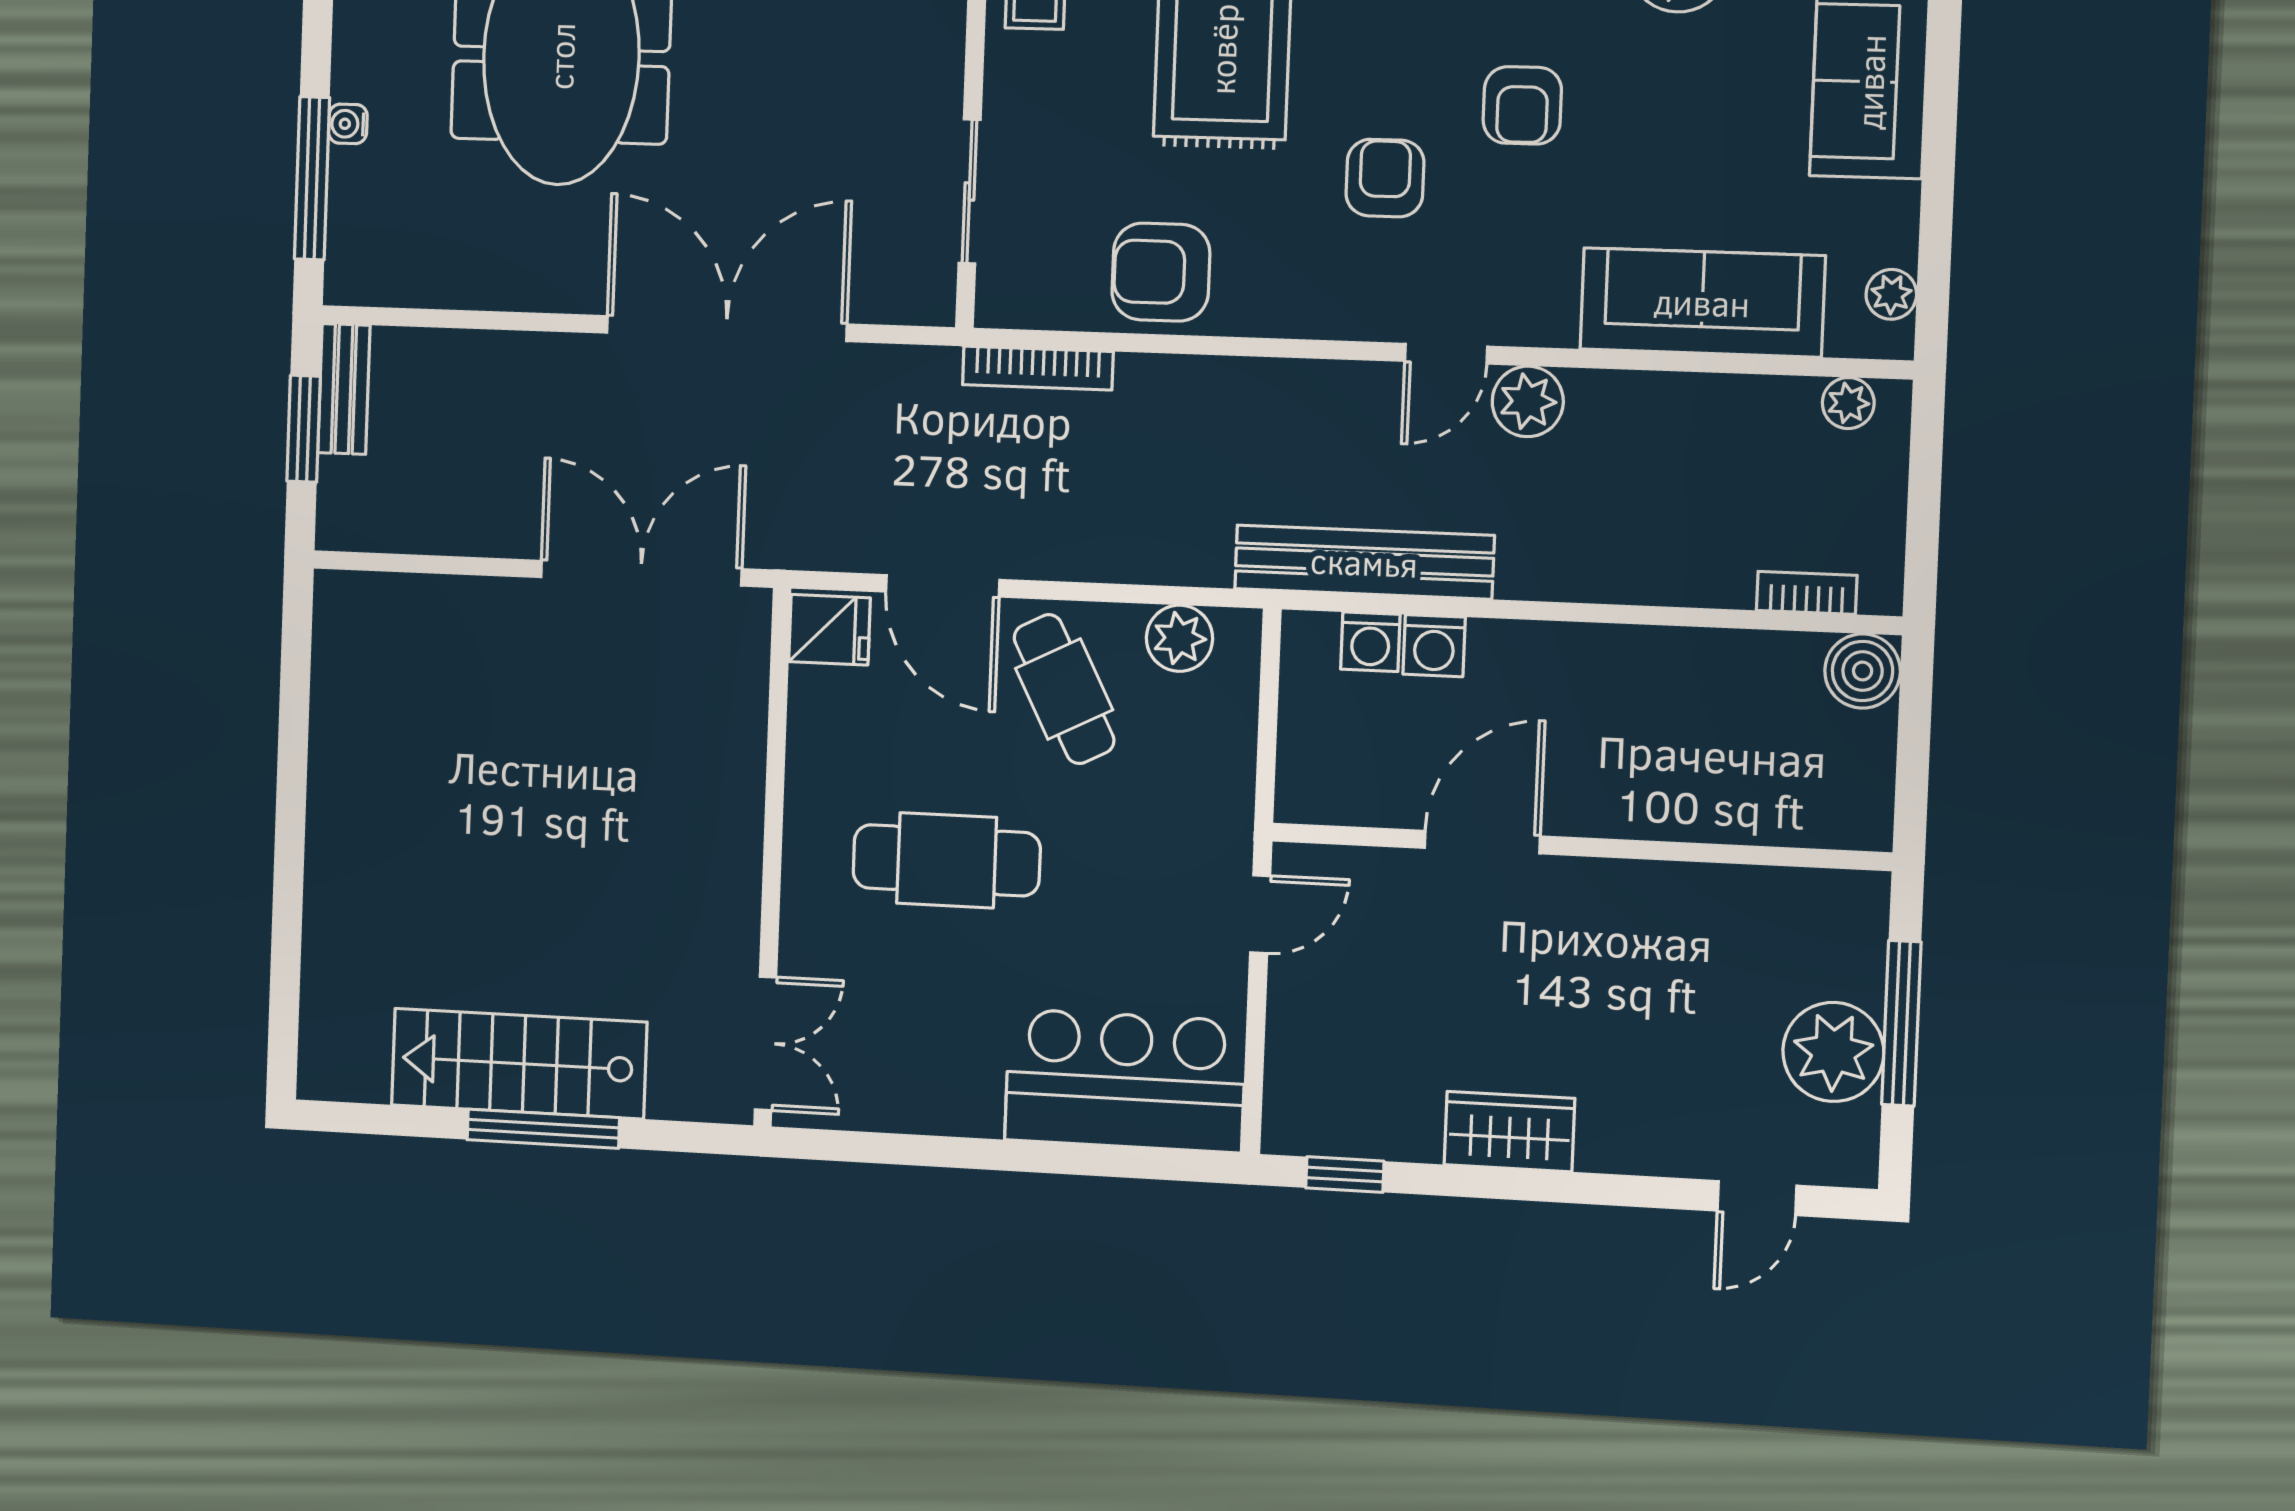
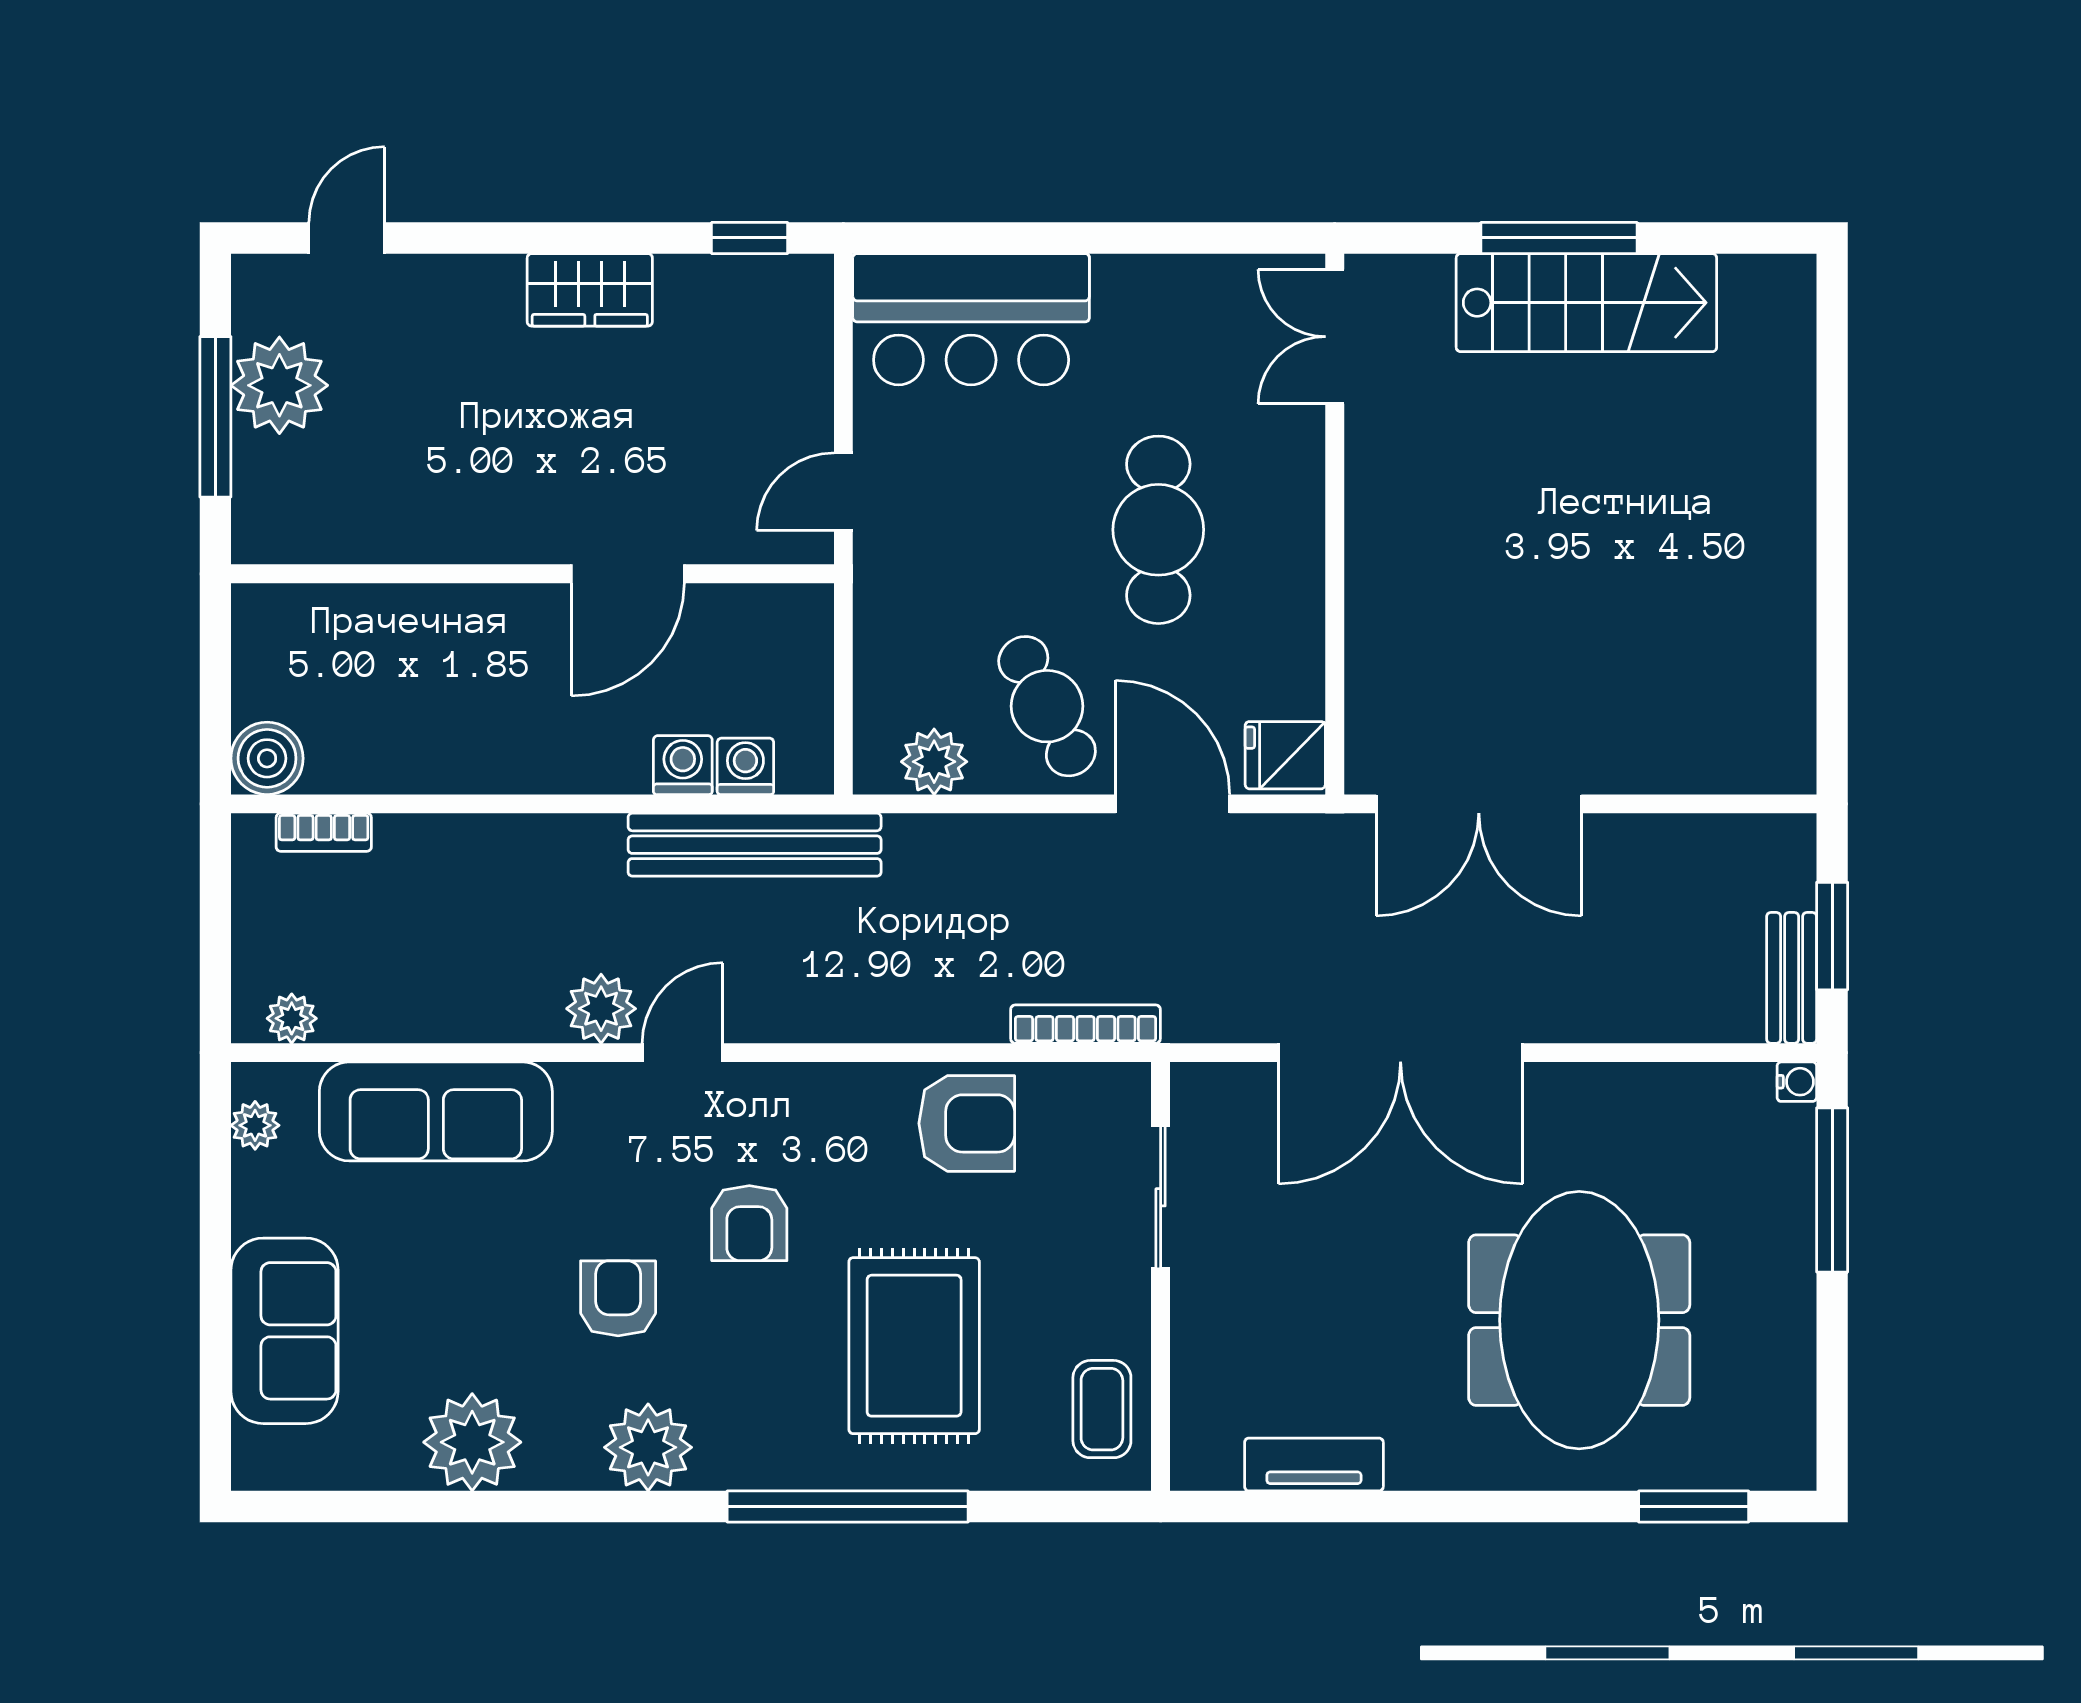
water cooler: (348, 124) -> (1797, 1082), moved
cafe table: (947, 860) -> (1158, 530), turned 90

